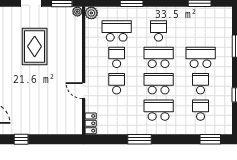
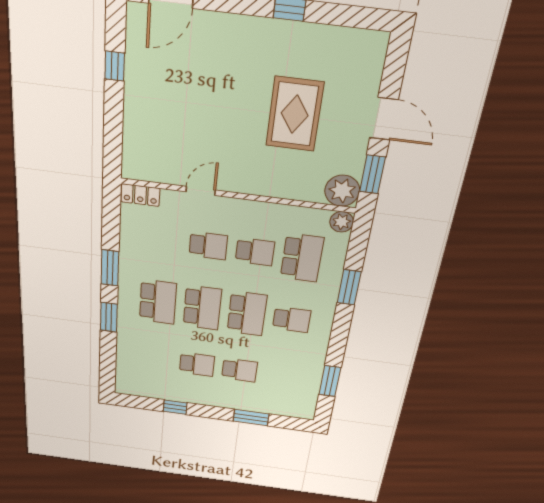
plant: (77, 12) -> (342, 191), width x1.88, depth x1.88
rug: (35, 46) -> (295, 114), turned 90
school desk: (201, 57) -> (239, 370), width x0.54
school desk: (201, 110) -> (154, 359), removed
window: (210, 139) -> (109, 317), moved

